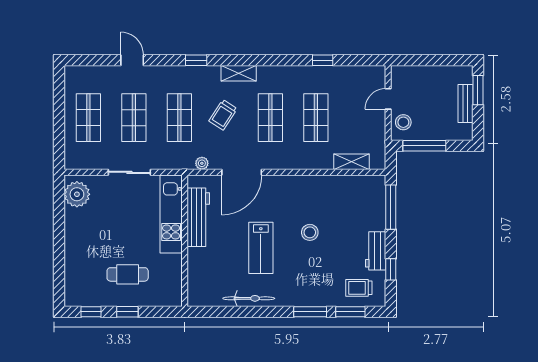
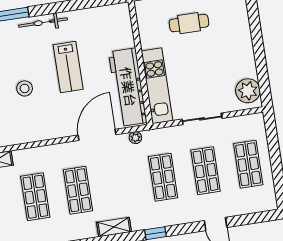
trolley: (223, 115) -> (123, 186), removed
workbench: (198, 217) -> (128, 87), width x1.36, depth x1.32
lab bench: (261, 248) -> (68, 67), turned 180
bicycle: (249, 298) -> (43, 22), moved

